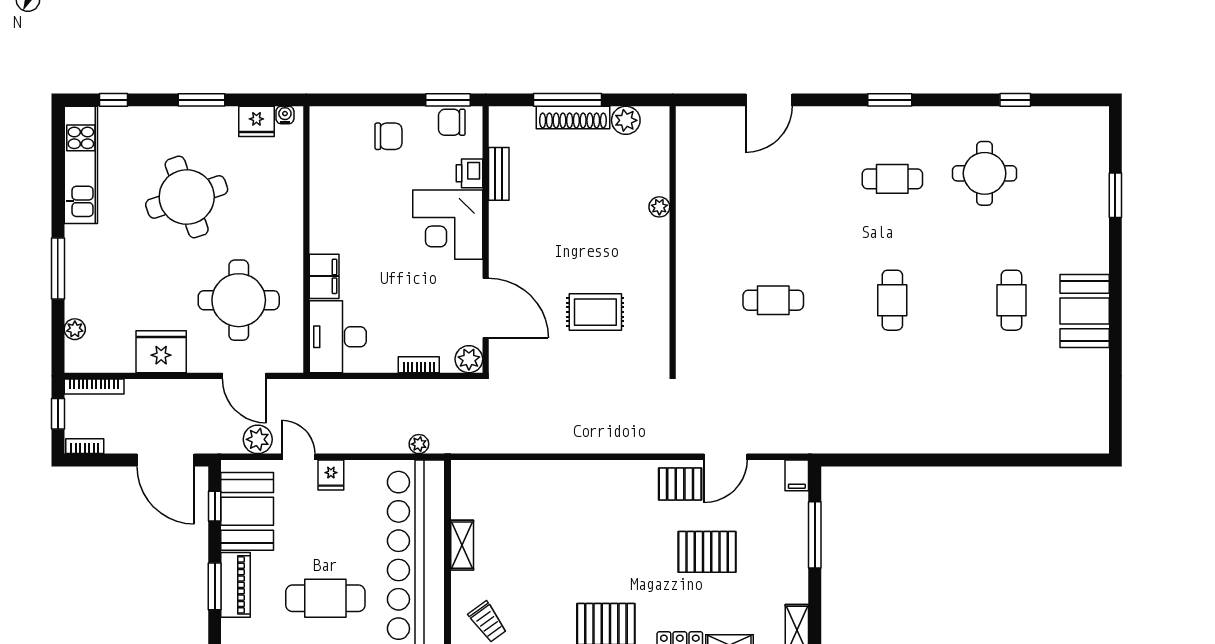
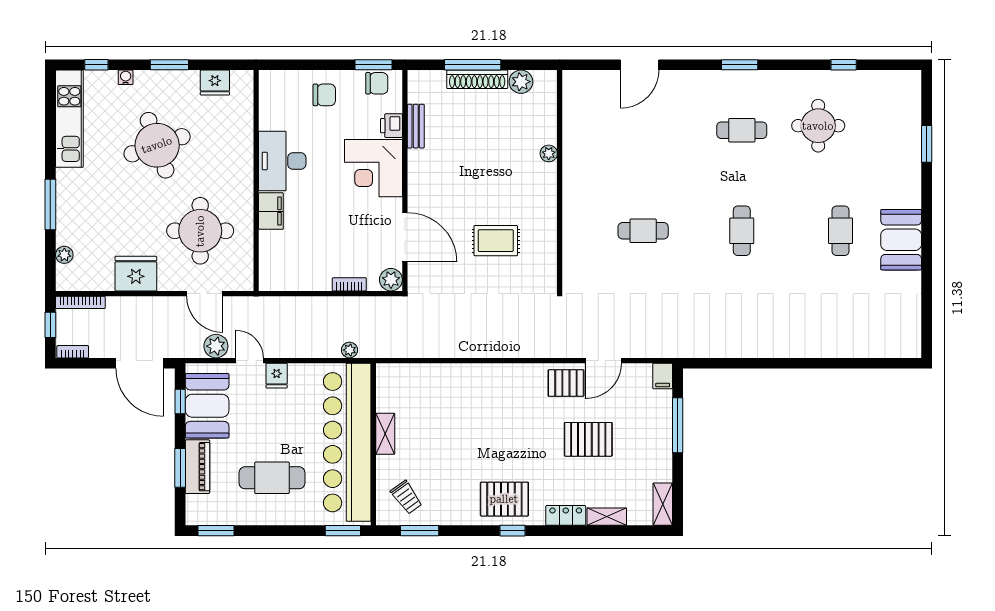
water cooler: (285, 115) -> (126, 77), moved
chair: (452, 122) -> (377, 83), turned 180
desk: (338, 337) -> (282, 161), moved

